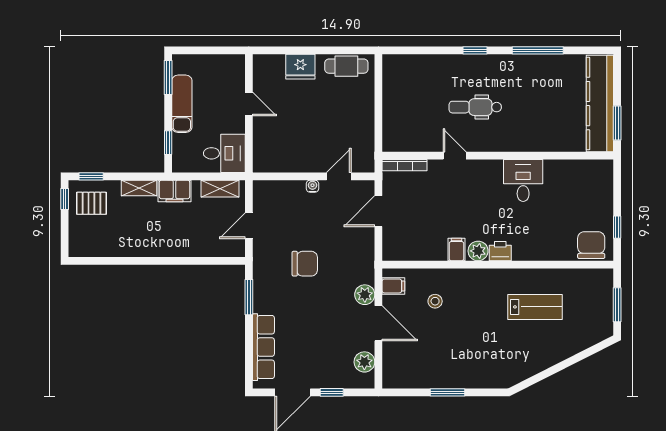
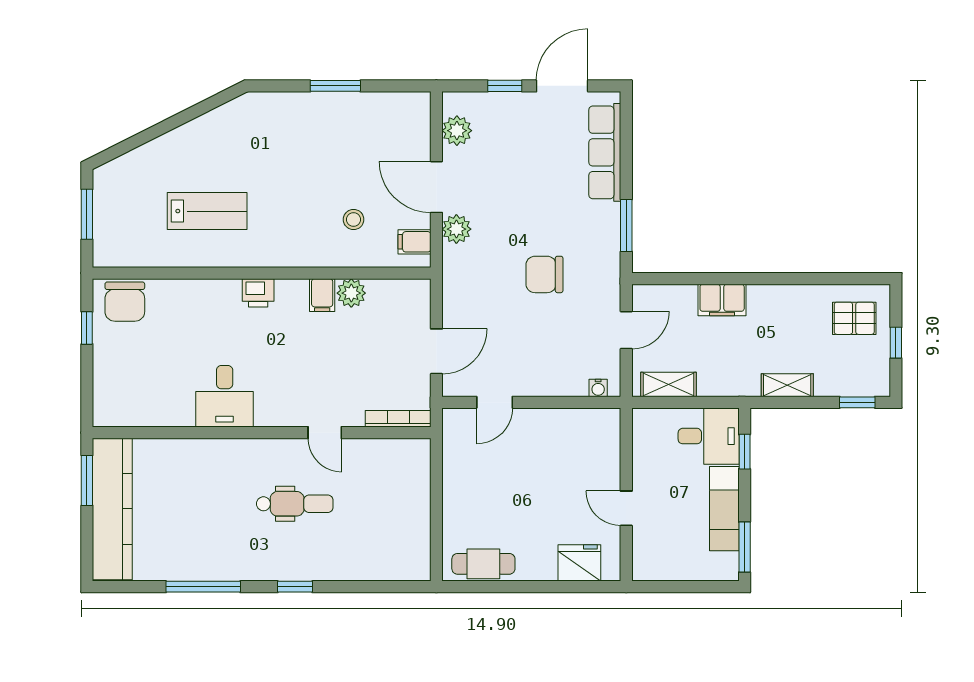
fridge: (300, 67) -> (579, 563), moved
desk: (224, 153) -> (709, 436), moved, turned 180
water cooler: (312, 186) -> (598, 388), moved
filing cabinet: (174, 191) -> (722, 300), moved, turned 180
window: (65, 199) -> (896, 343), moved
pallet: (91, 203) -> (854, 318), moved
plant: (478, 251) -> (351, 293), moved
lab bench: (535, 307) -> (207, 211), turned 180

